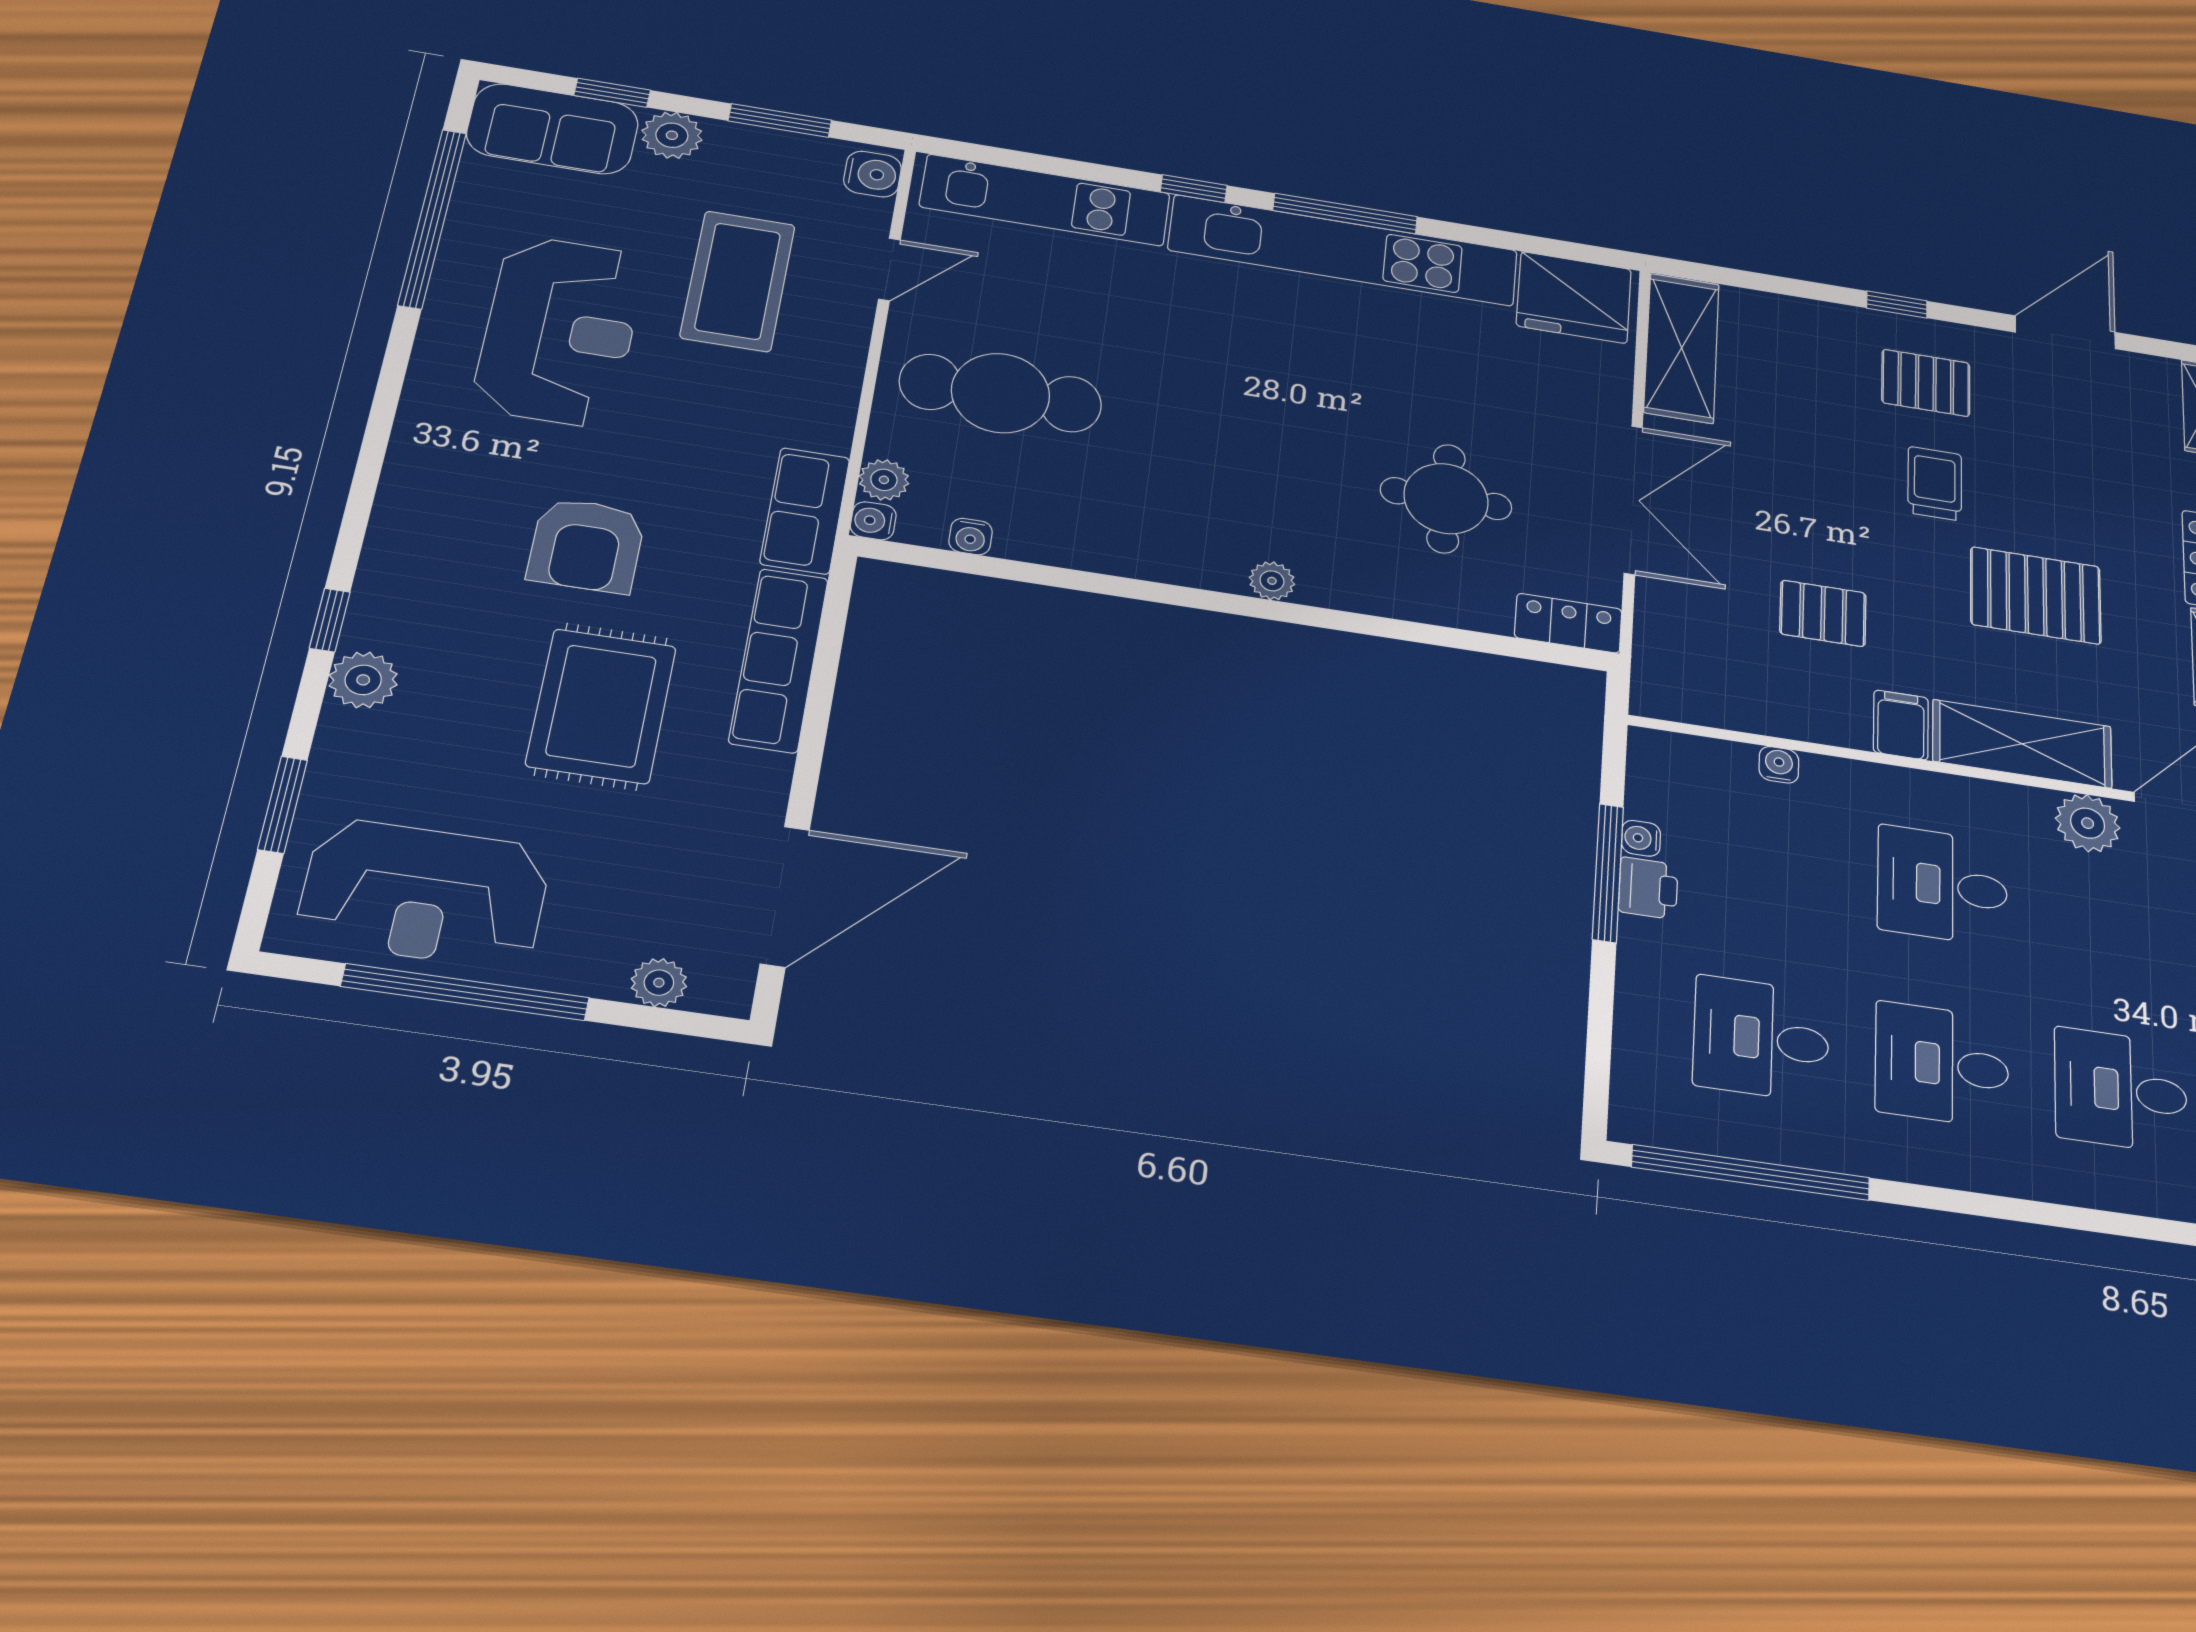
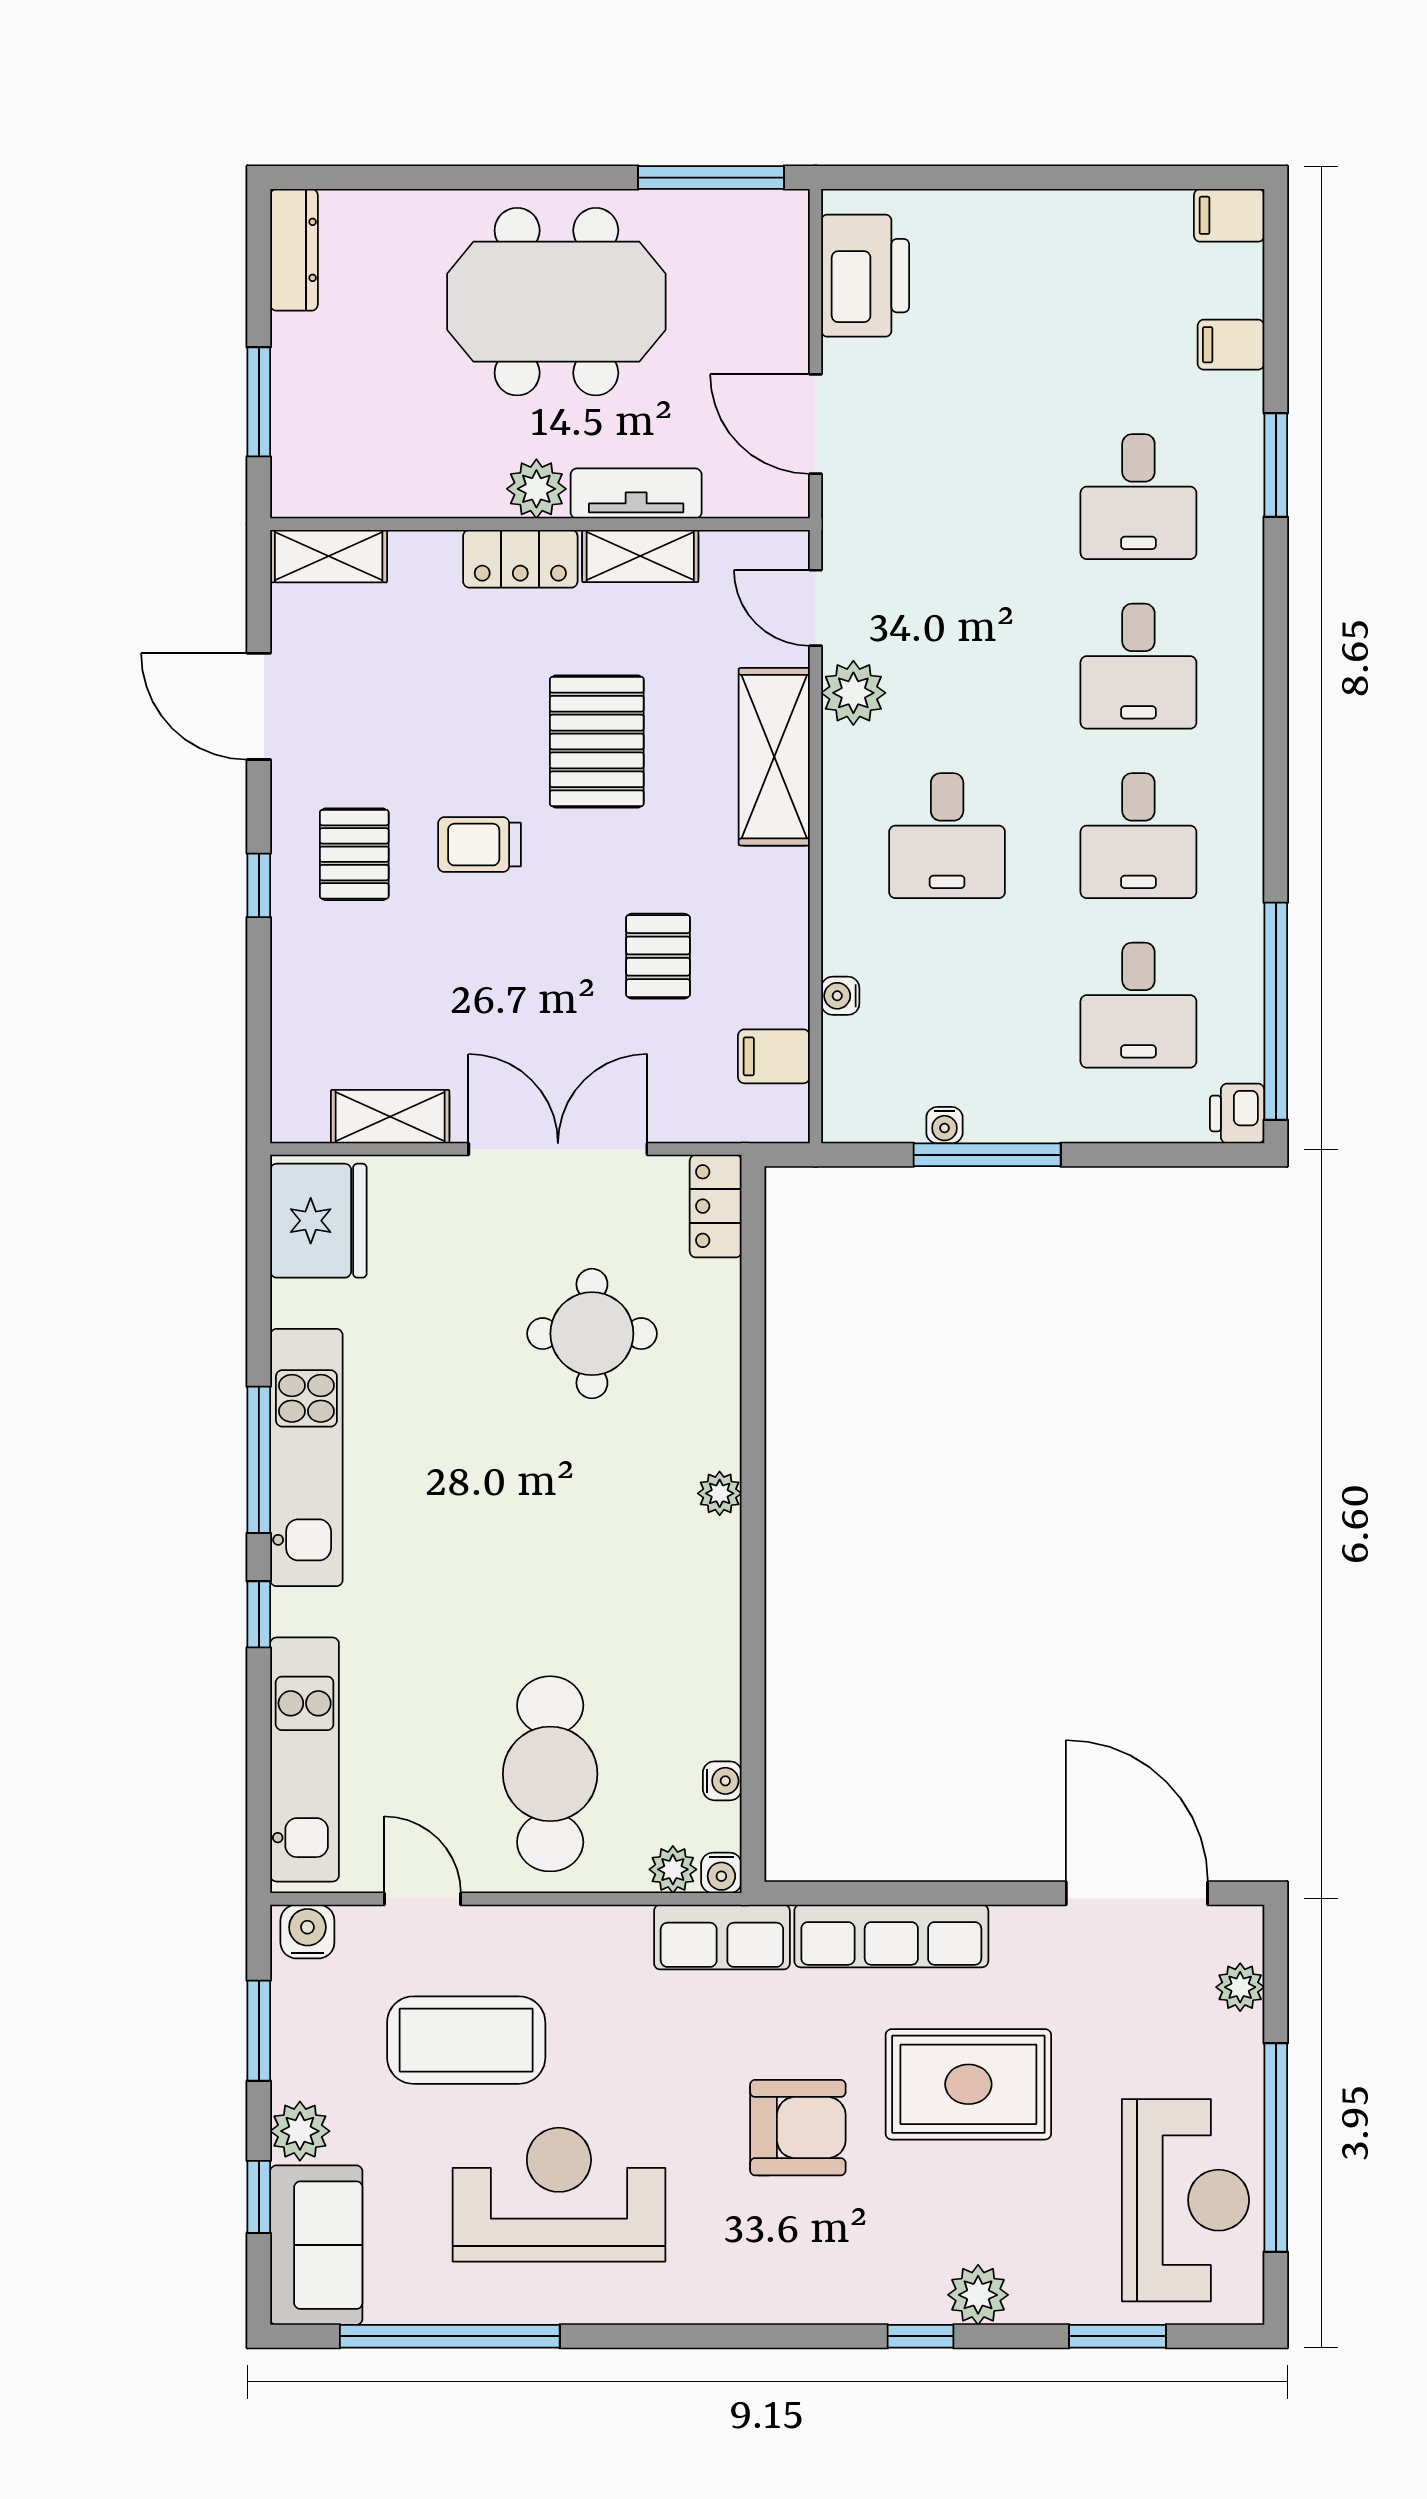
kitchen unit: (1344, 250) -> (306, 1458), width x0.73
shelving: (1682, 348) -> (390, 1117), width x0.67, depth x0.75
filing cabinet: (1901, 725) -> (774, 1056), moved
printer: (1648, 888) -> (1237, 1113), moved, turned -90

